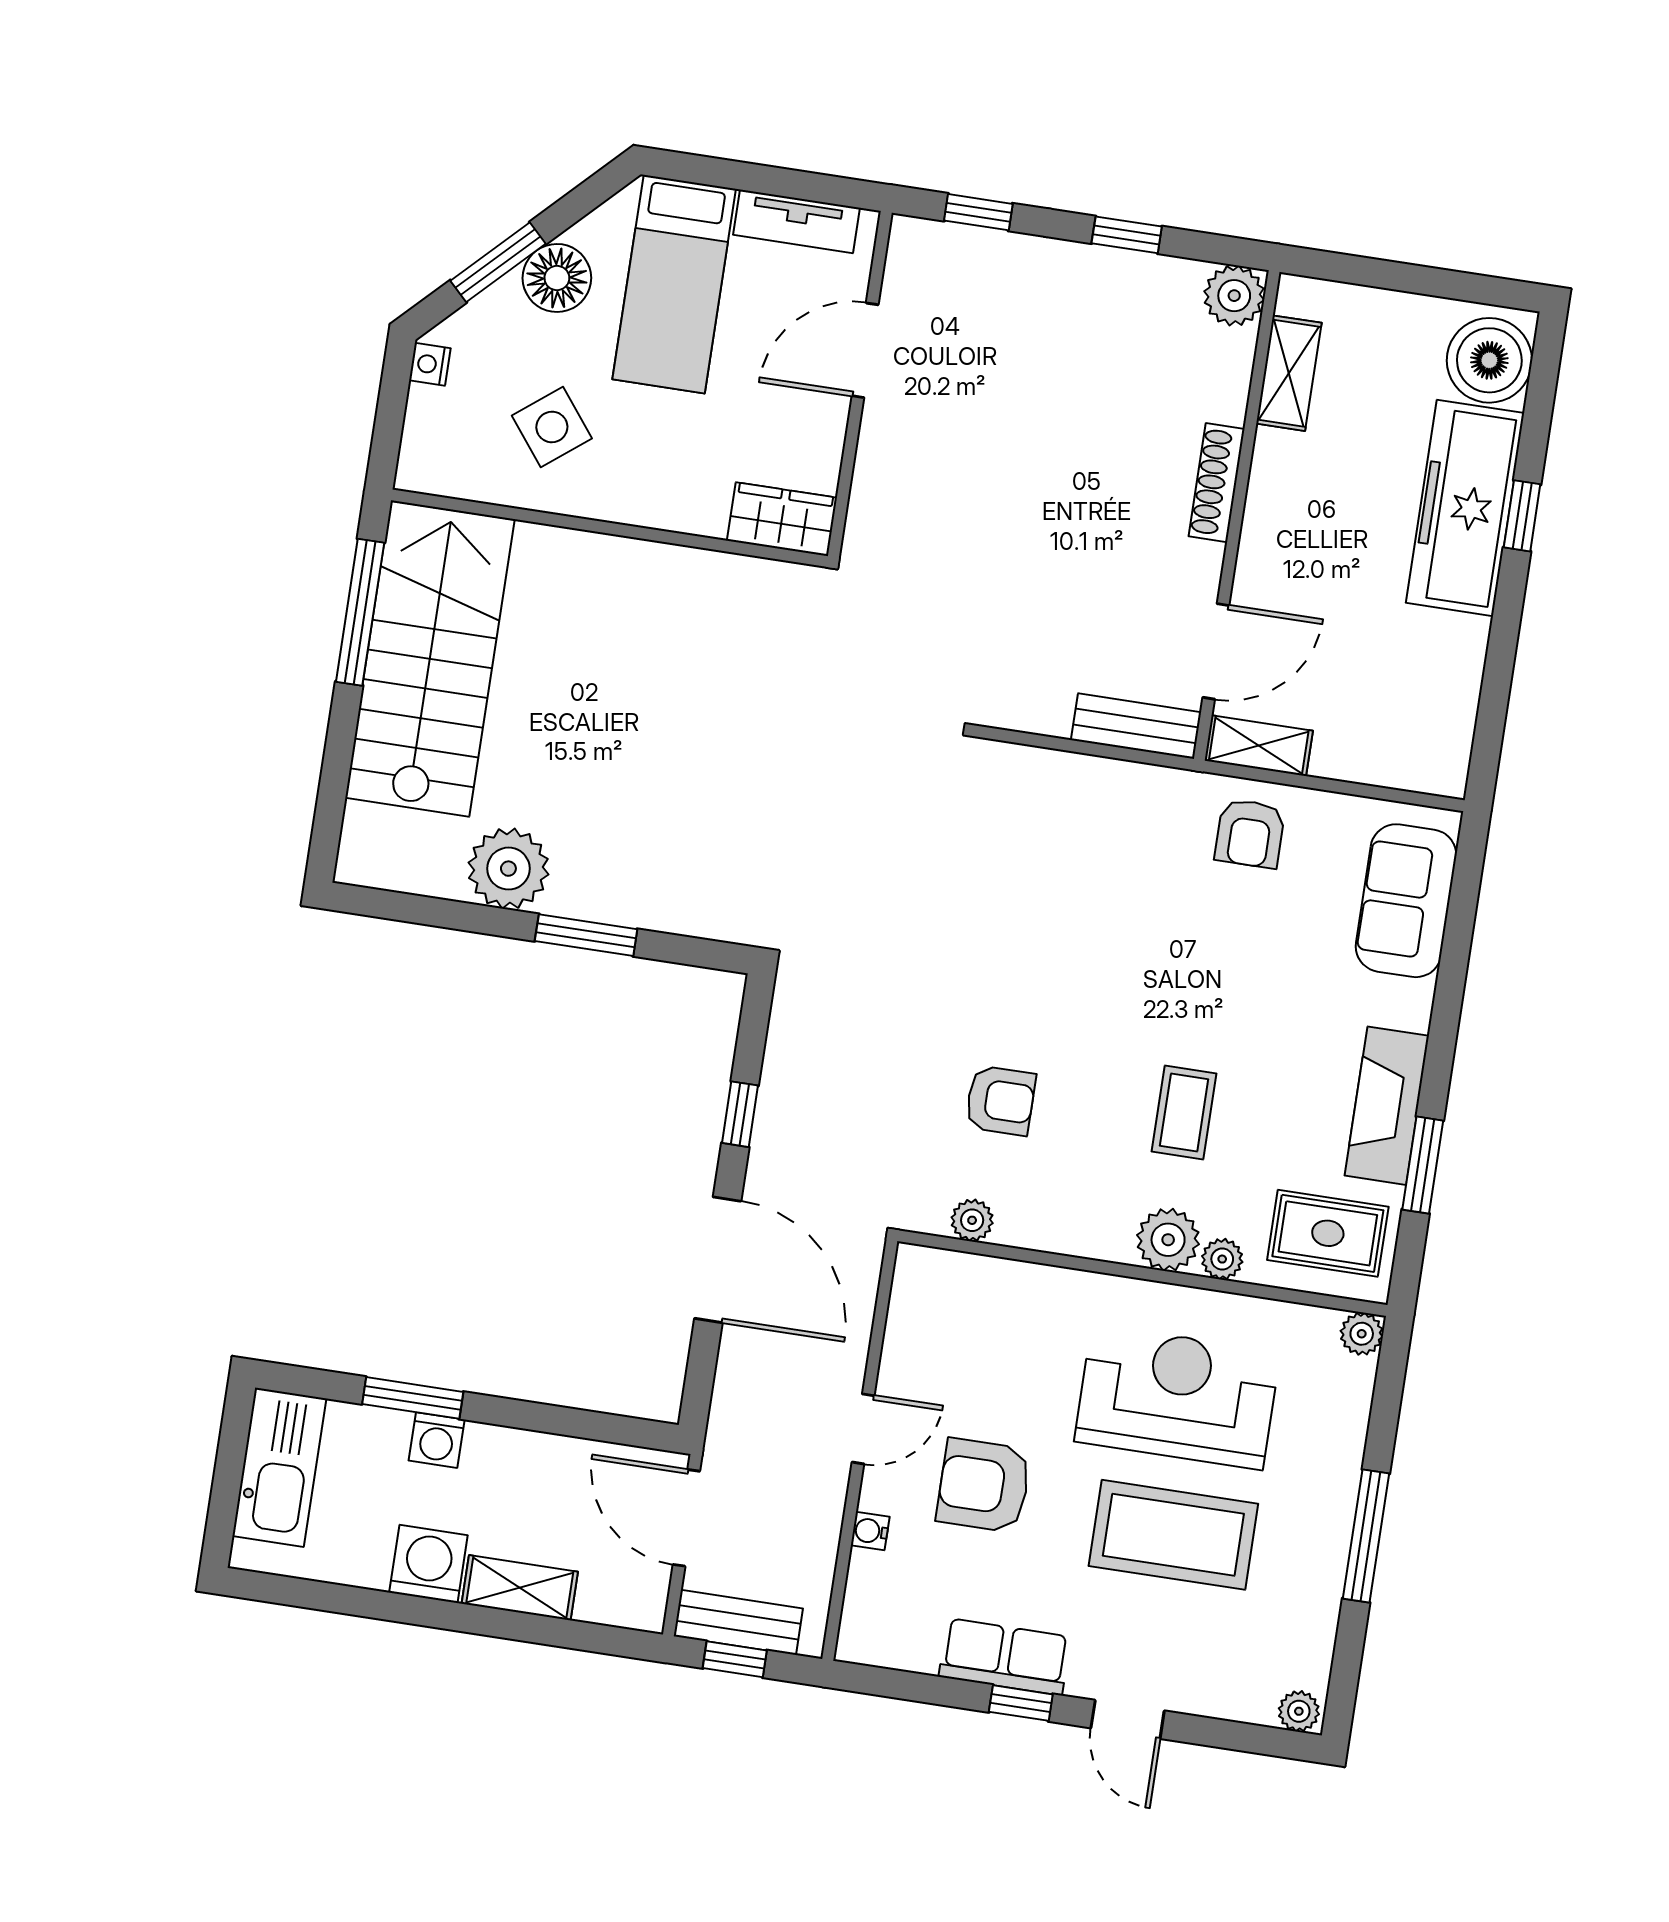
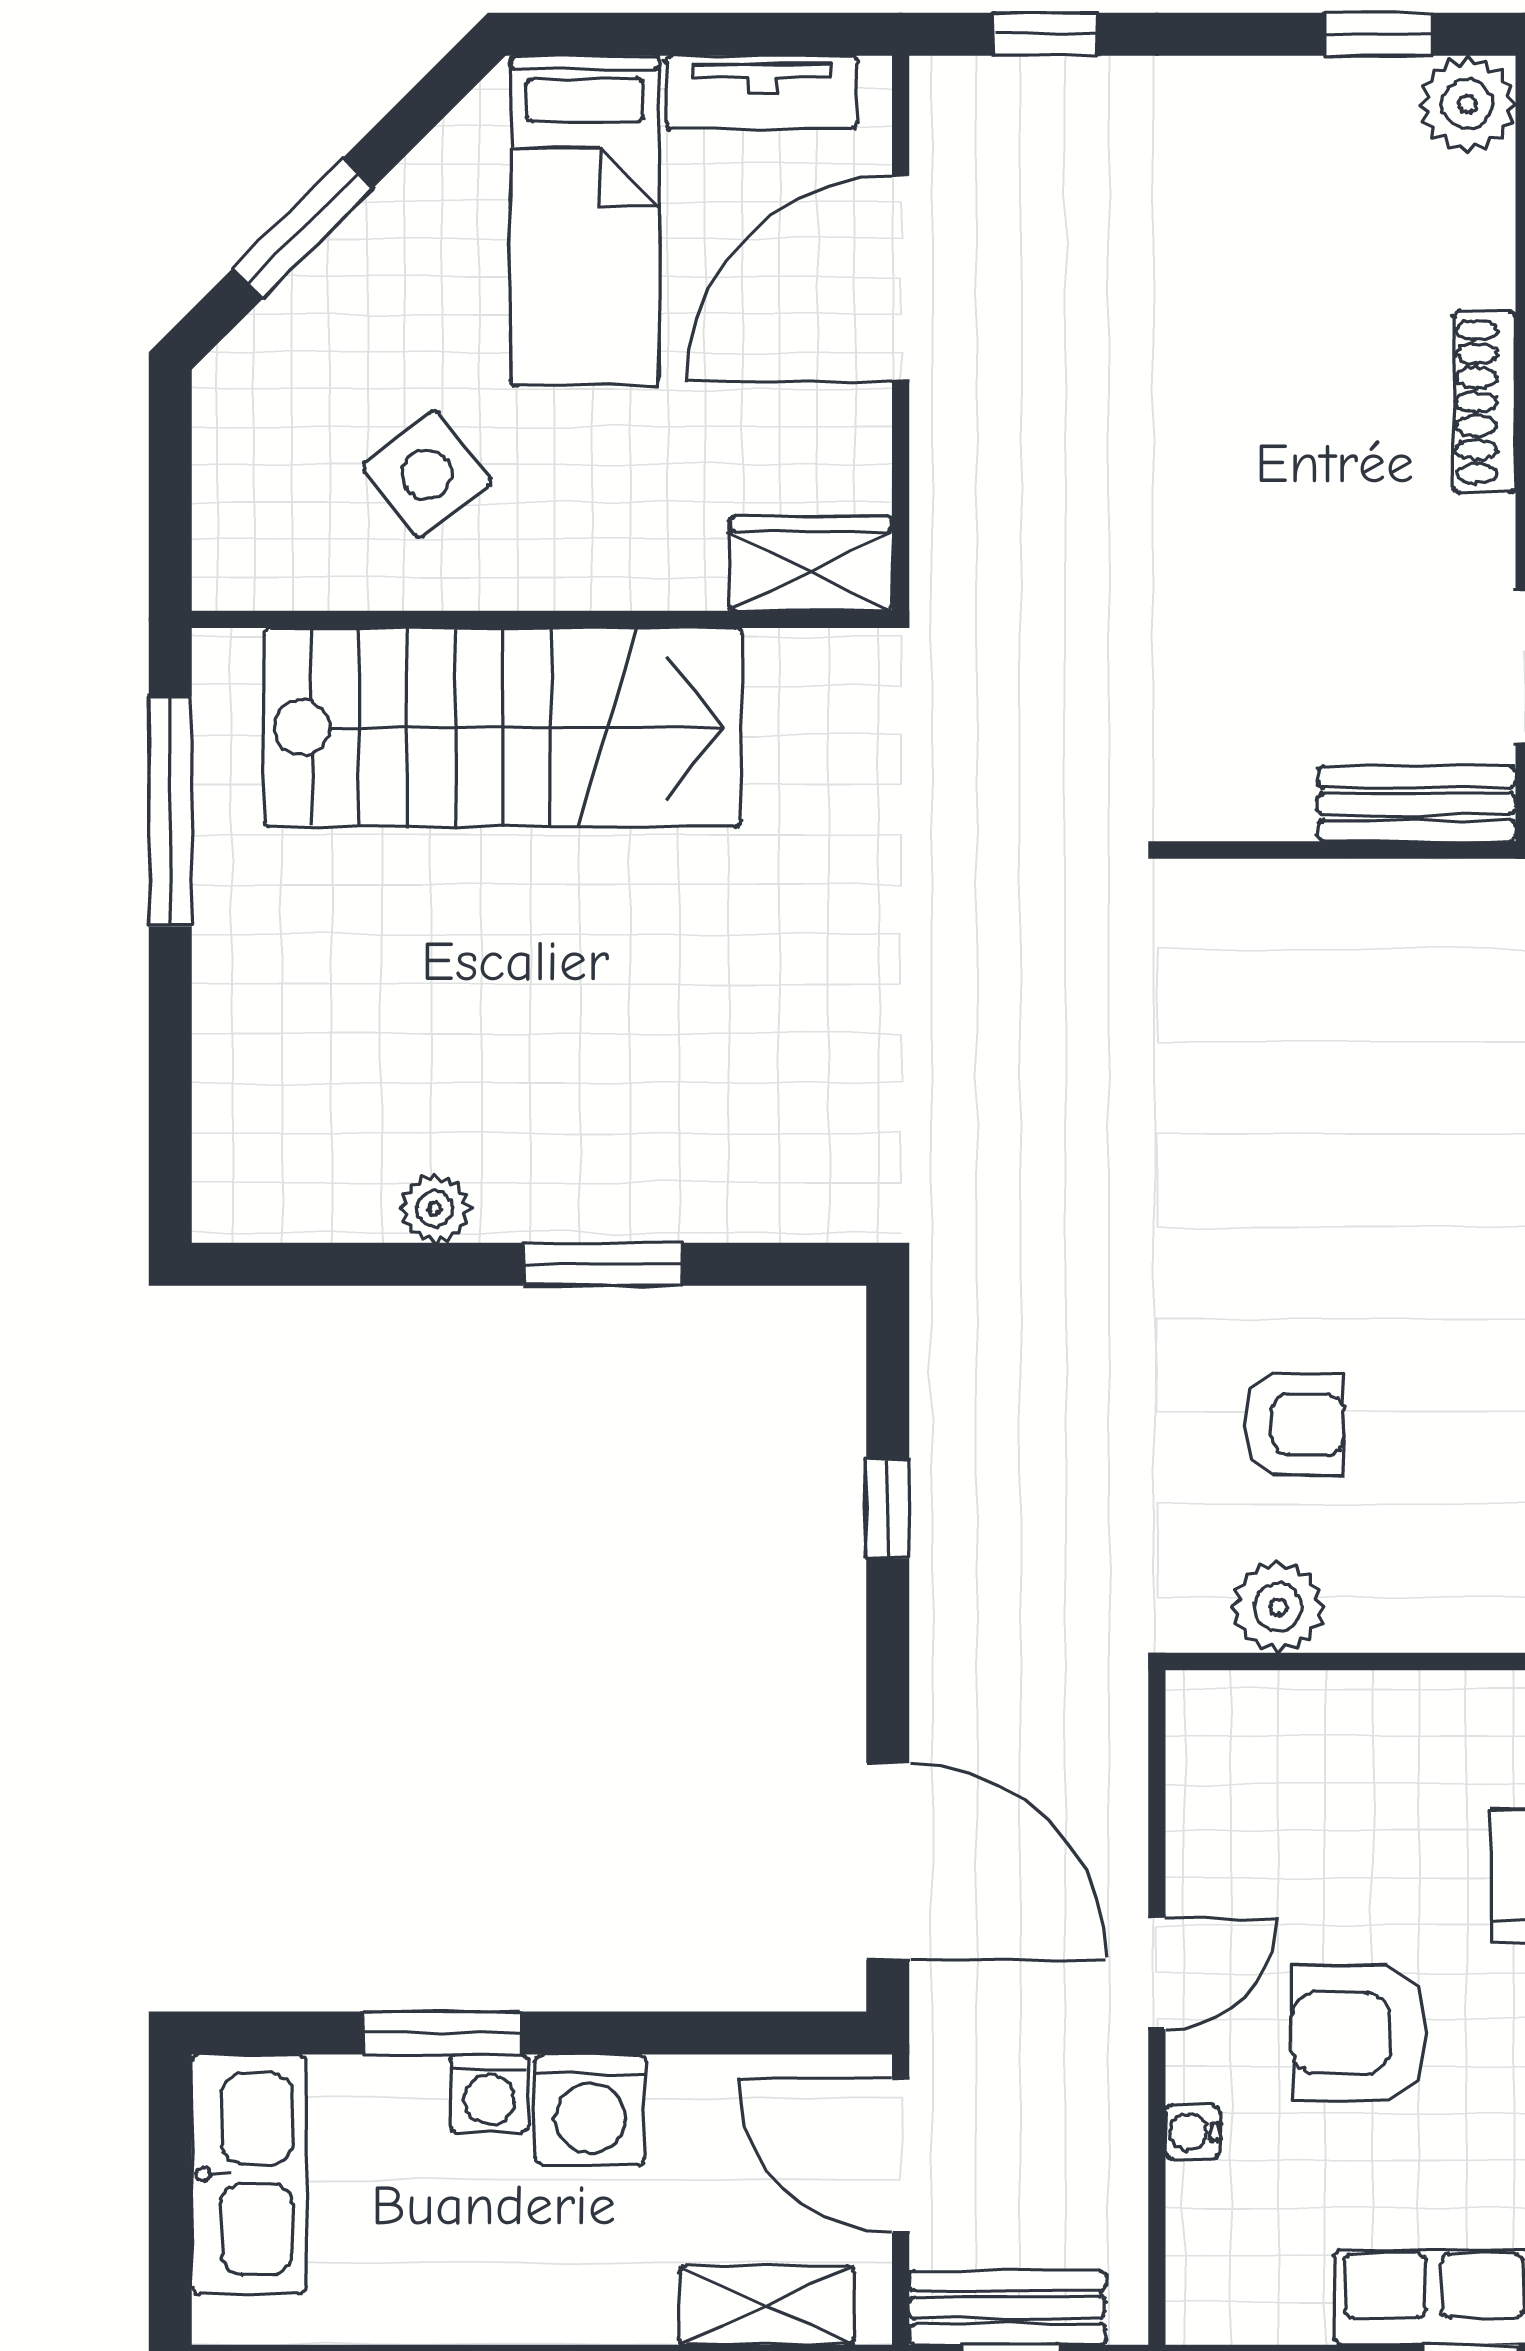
window: (1127, 235) -> (1379, 34), moved
floor lamp: (557, 278) -> (399, 239), removed
door: (865, 350) -> (901, 278), width x1.36
nightstand: (430, 364) -> (220, 405), removed
stairs: (430, 659) -> (503, 727), moved, turned 90
plant: (508, 869) -> (435, 1209), width x0.53, depth x0.53
plant: (972, 1220) -> (1278, 1607), width x1.38, depth x1.38
door: (718, 1260) -> (888, 1861), moved
washing machine: (428, 1564) -> (590, 2109), moved, turned 180
shelving: (520, 1588) -> (766, 2305), moved

